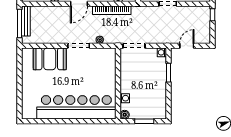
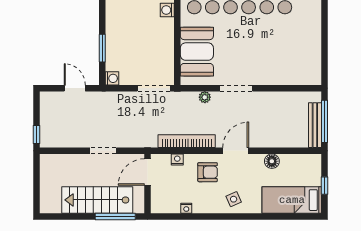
door: (187, 46) -> (75, 88), swing flipped
booth: (50, 59) -> (197, 52), moved, turned 90

